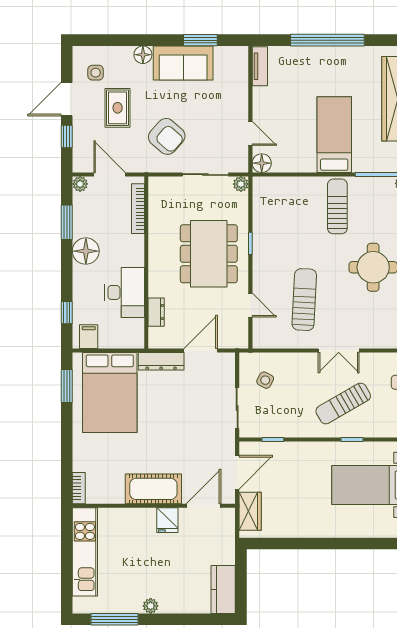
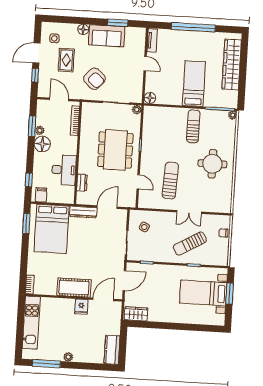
door: (250, 133) -> (145, 64), moved
plant: (80, 184) -> (40, 130), moved
wardrobe: (250, 511) -> (136, 314), moved, turned -90

